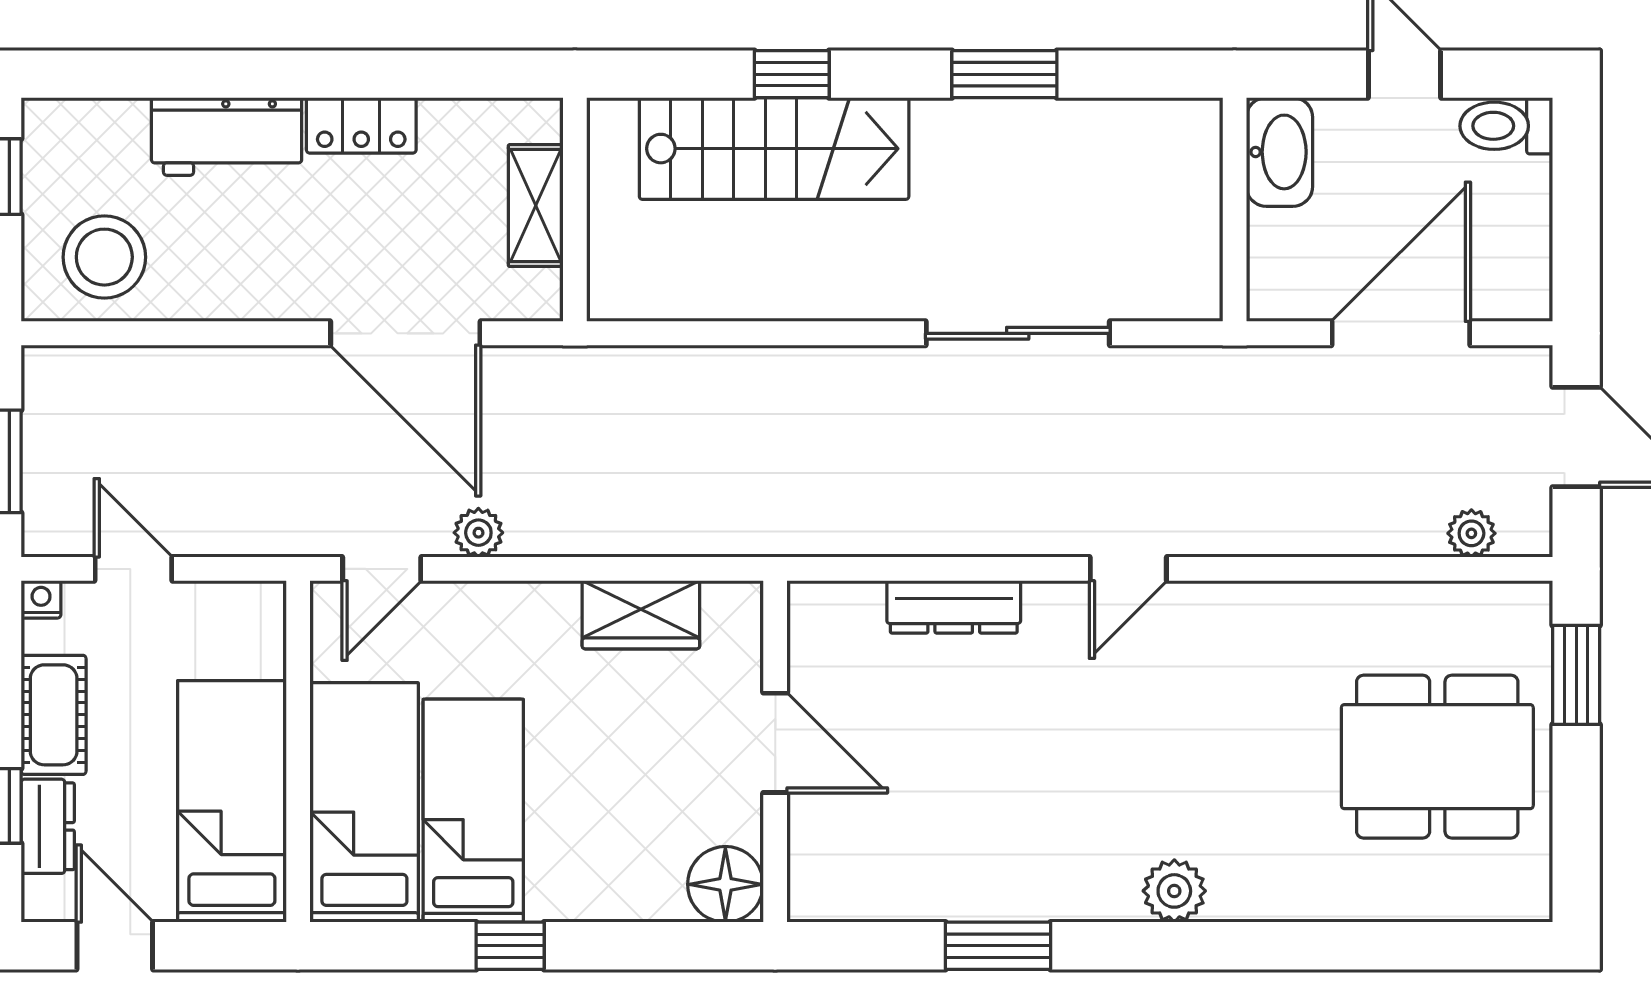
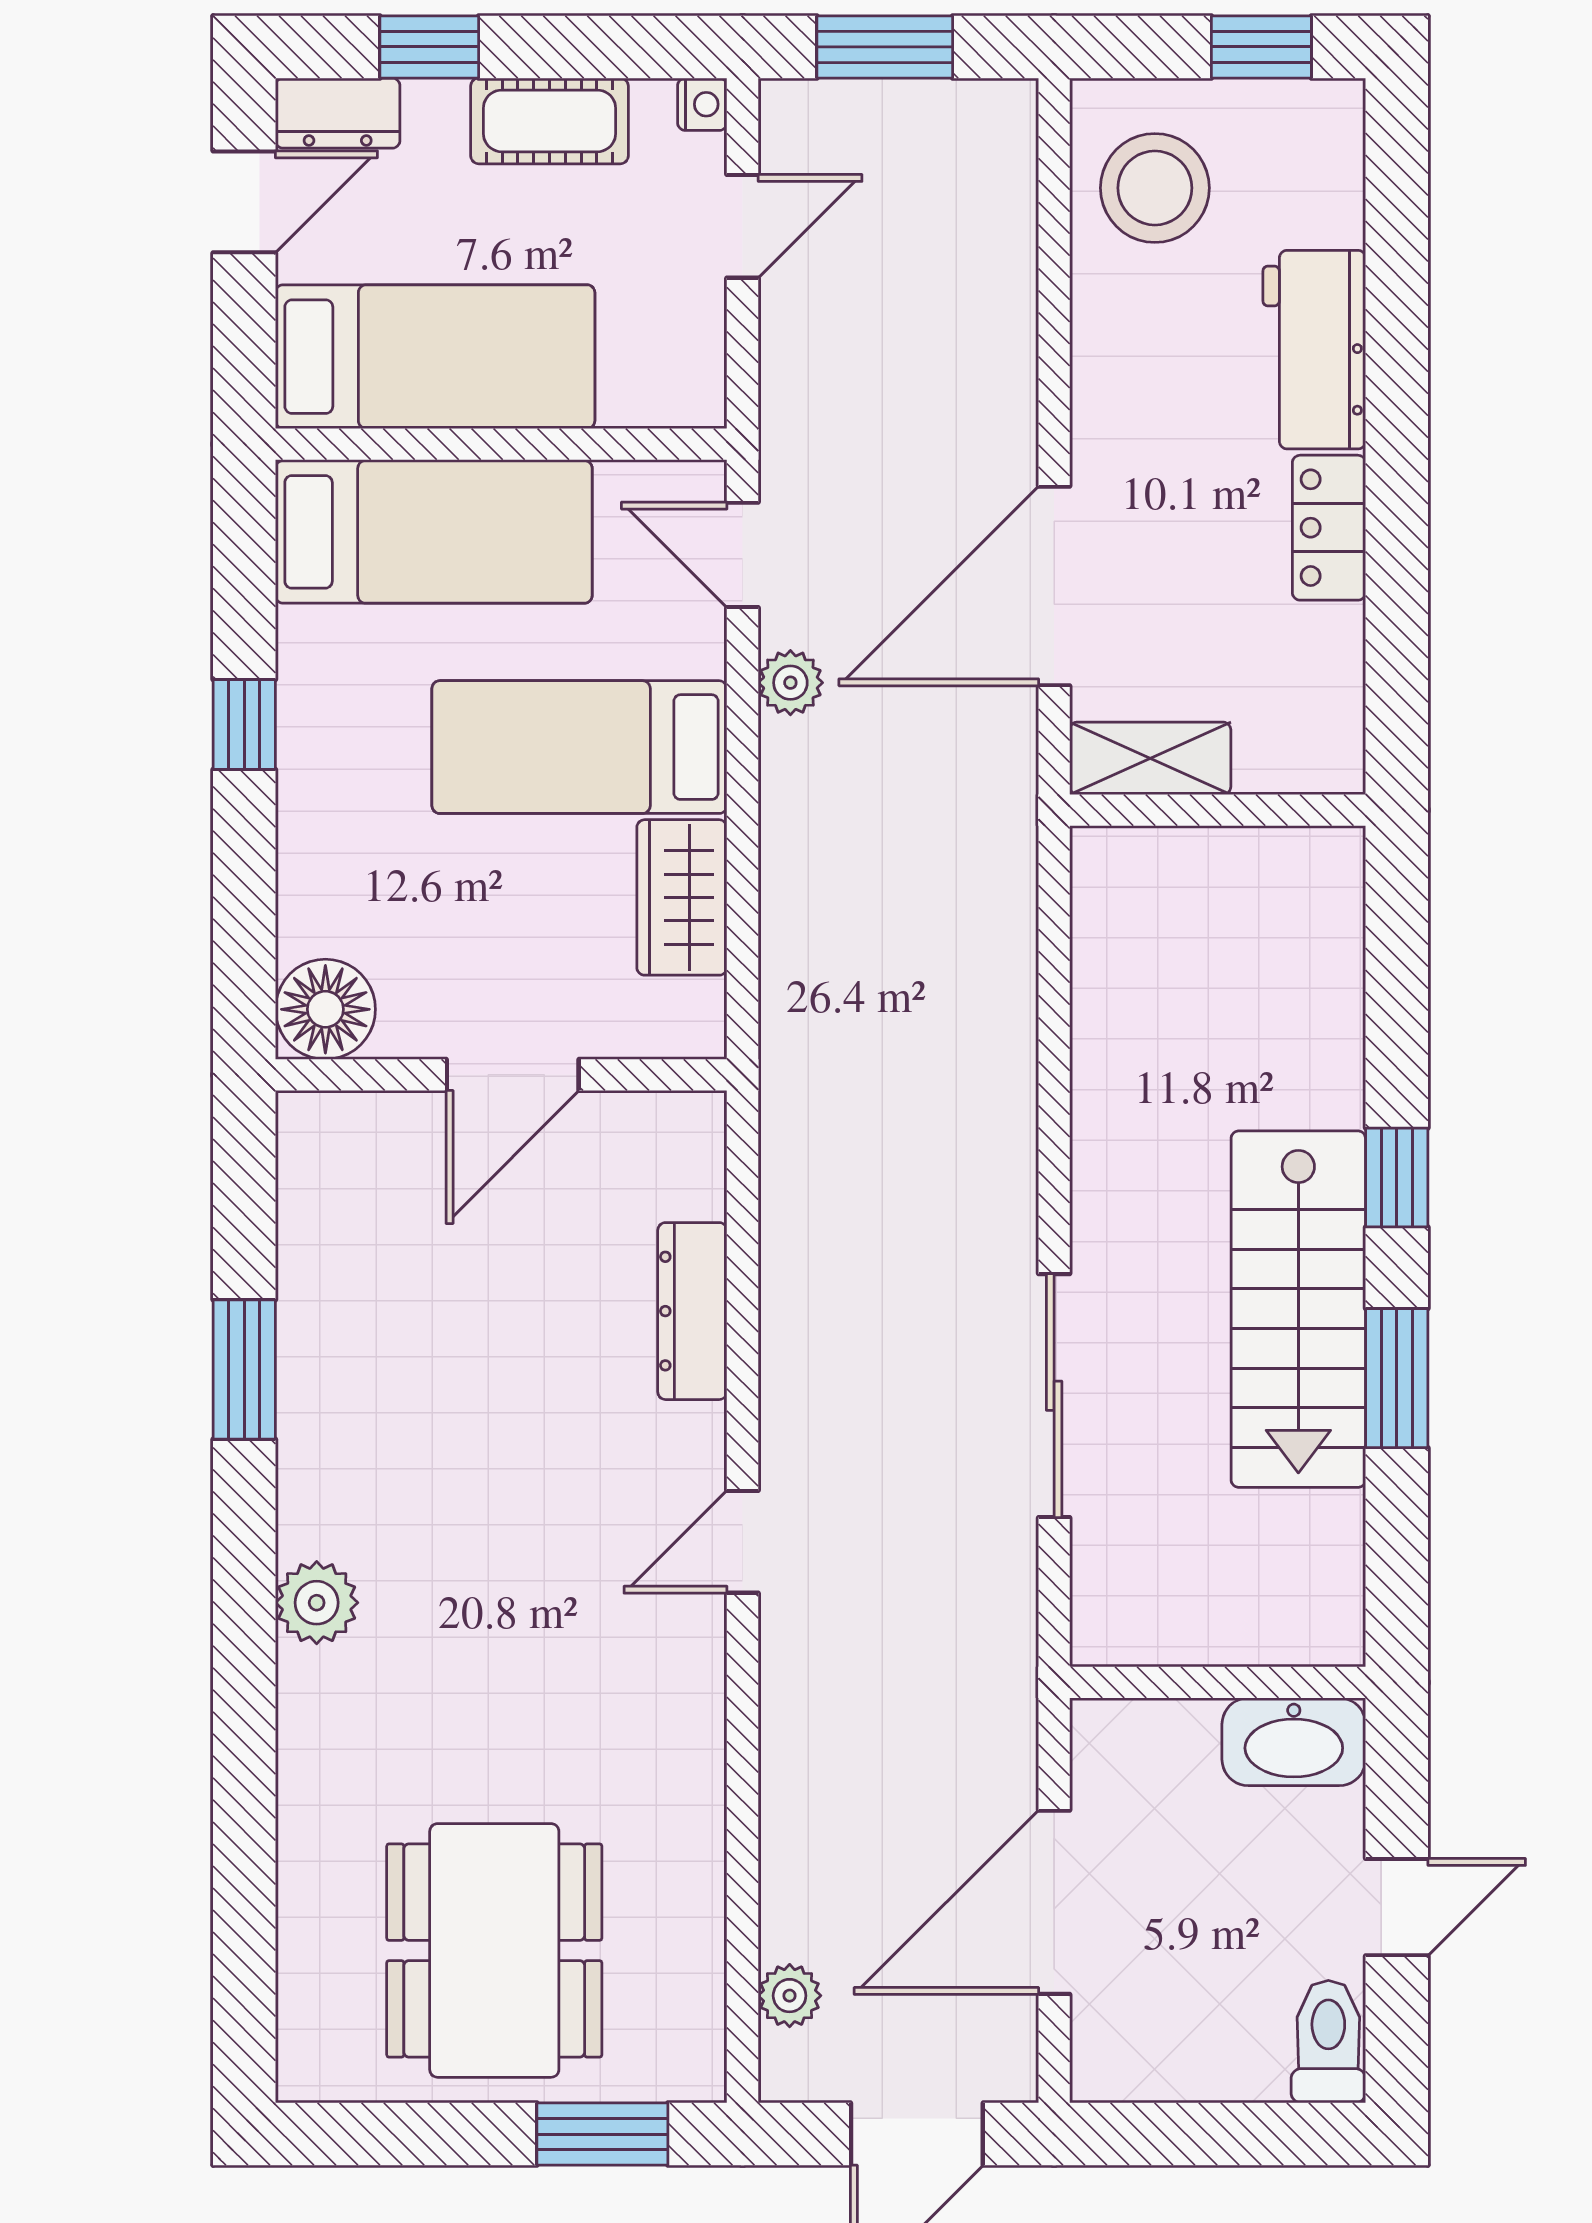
window: (792, 74) -> (1397, 1178), moved
stairs: (774, 149) -> (1298, 1309), moved
shelving: (536, 206) -> (1150, 758), moved
door: (1401, 333) -> (1054, 1902), swing flipped
door: (1128, 569) -> (743, 1542), hinge flipped
bed: (473, 811) -> (579, 747), moved, turned 180
dresser: (48, 826) -> (338, 113), moved

